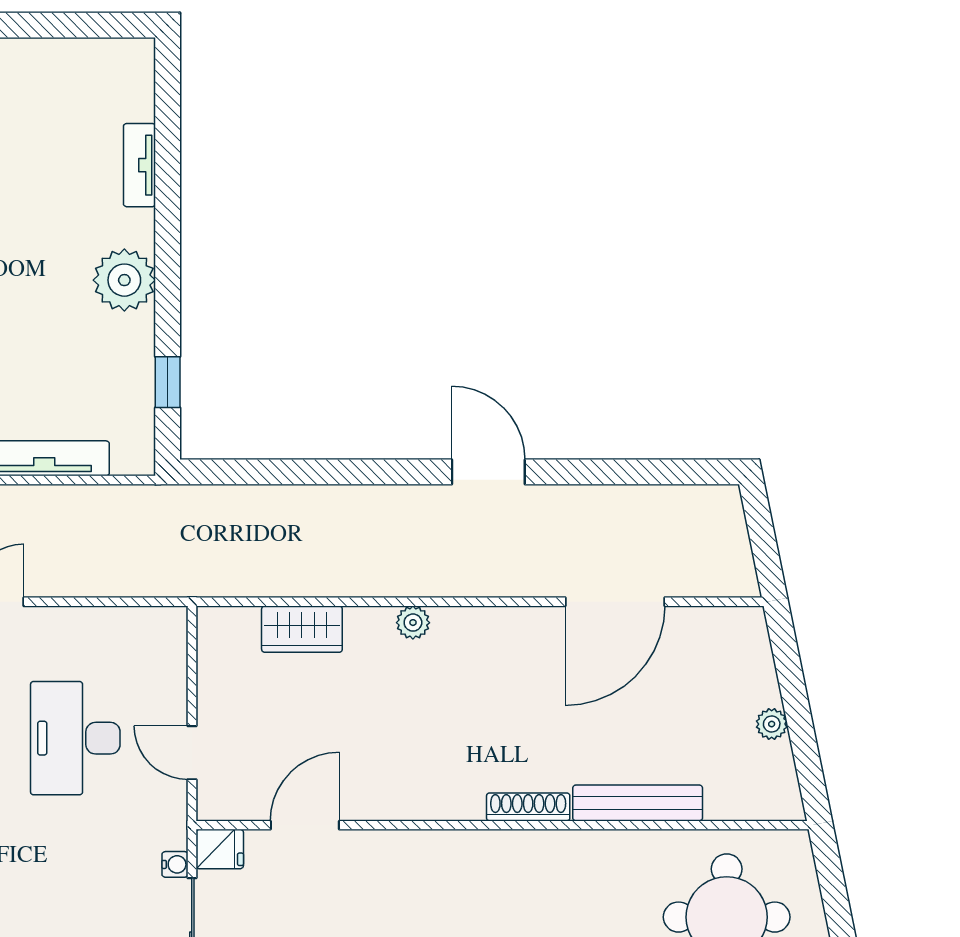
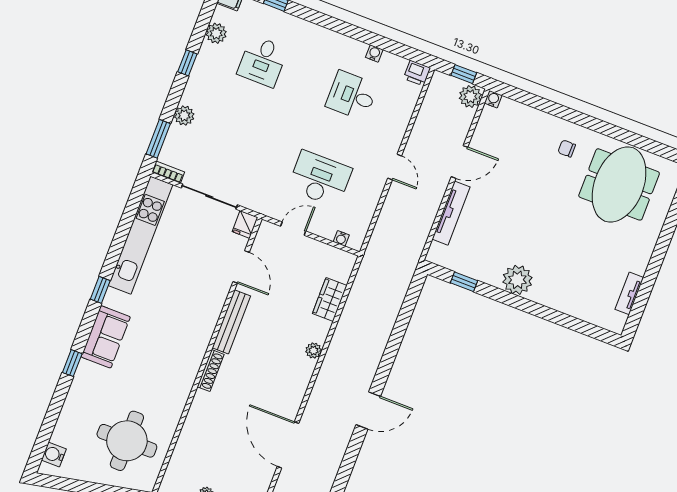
tv unit: (139, 165) -> (629, 293), moved, turned -90
bench: (638, 803) -> (231, 322), moved
water cooler: (175, 864) -> (341, 238), moved

